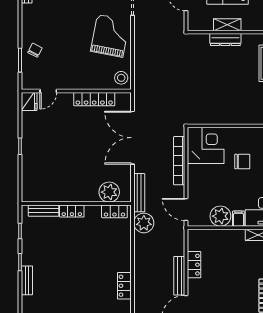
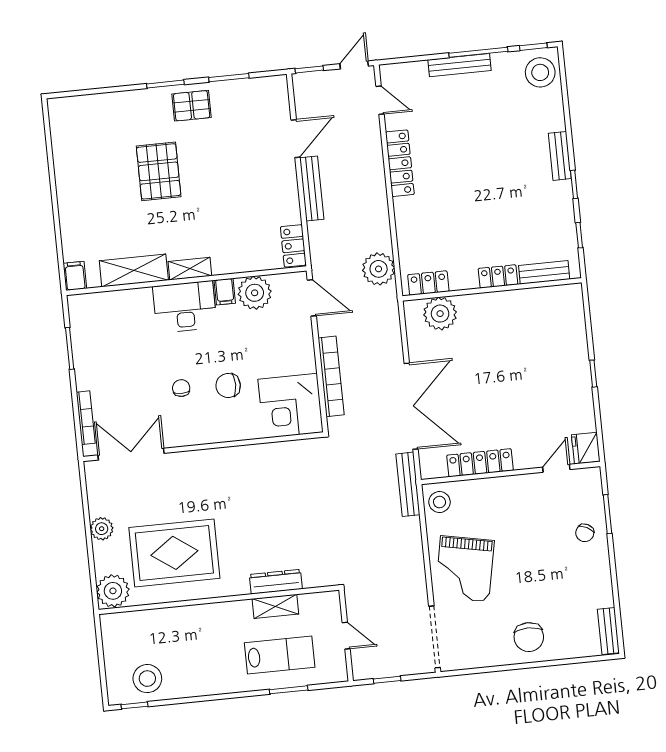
bench: (139, 193) -> (408, 484), moved
locker: (194, 265) -> (293, 246), moved
locker: (124, 286) -> (400, 163), width x1.53

